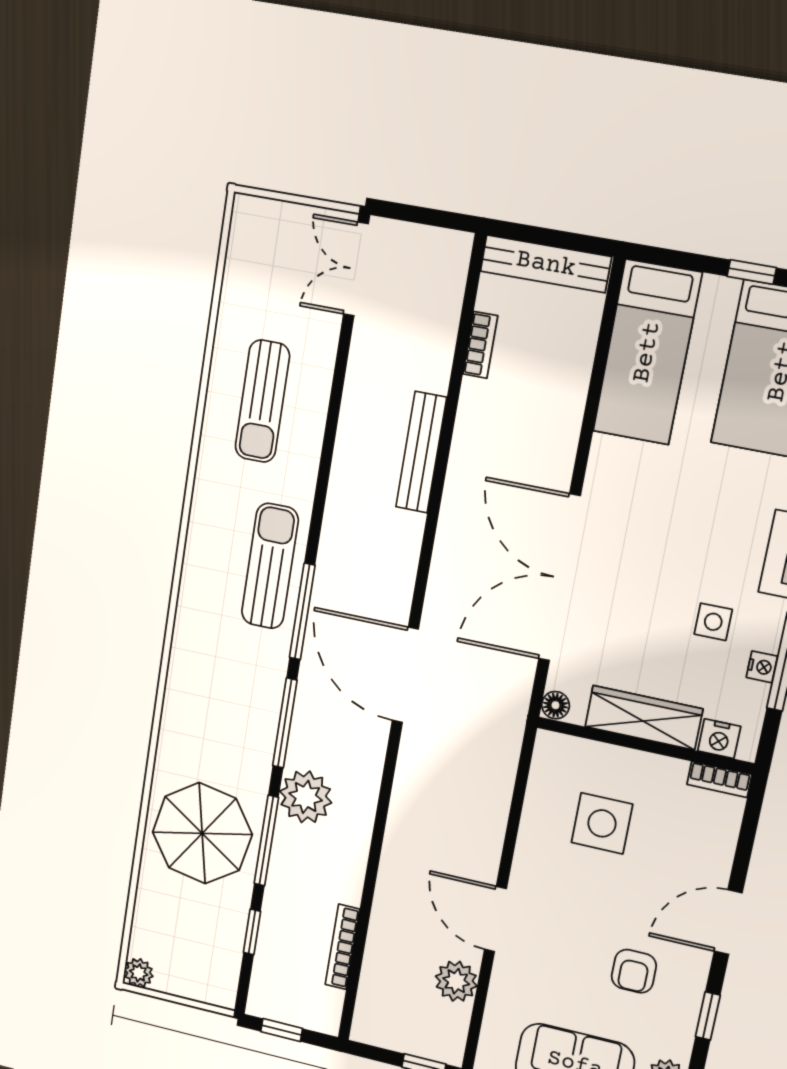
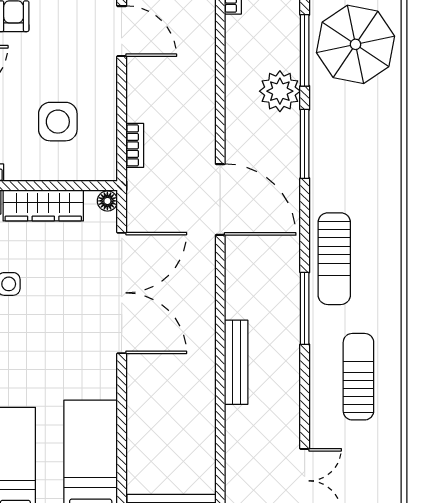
bookcase: (480, 345) -> (135, 145), moved, turned 180
window: (302, 612) -> (305, 308), moved

